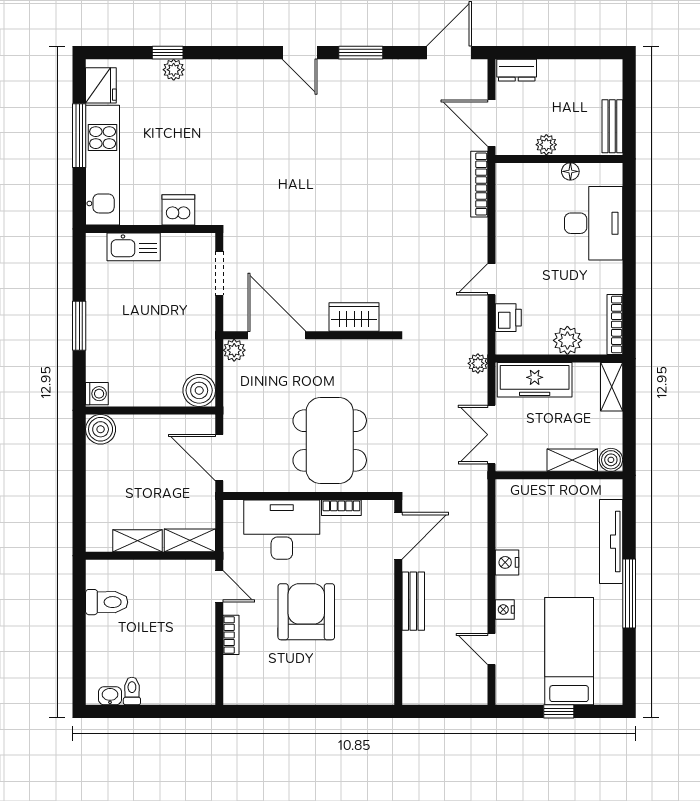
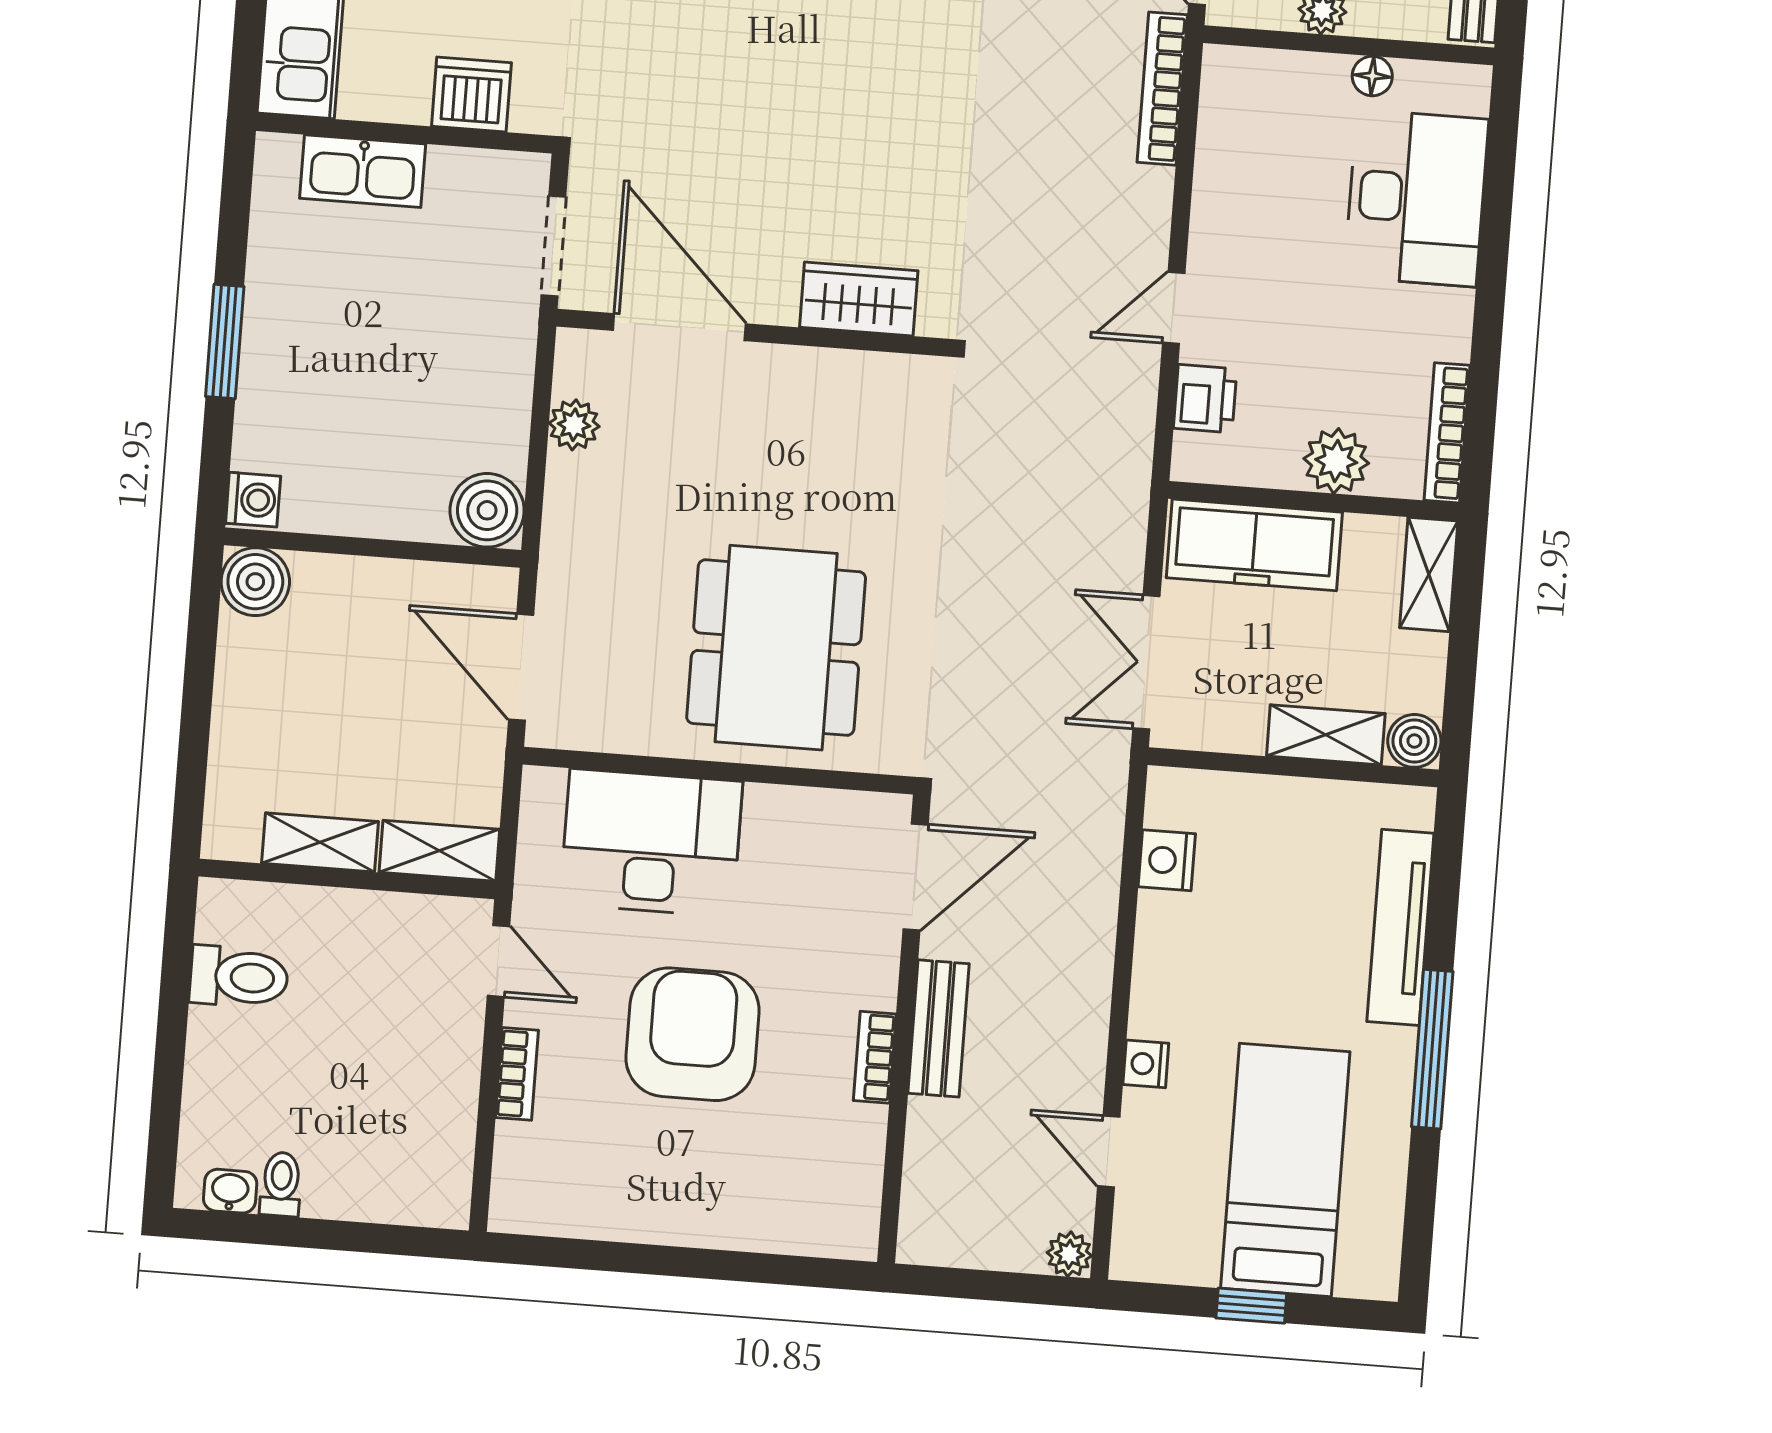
wardrobe: (354, 317) -> (859, 299), moved
door: (277, 335) -> (679, 327), moved
wall: (309, 335) -> (752, 333), moved
plant: (478, 363) -> (1069, 1254), moved
bookcase: (341, 508) -> (875, 1057), moved, turned 90
nightstand: (507, 562) -> (1167, 860), moved

